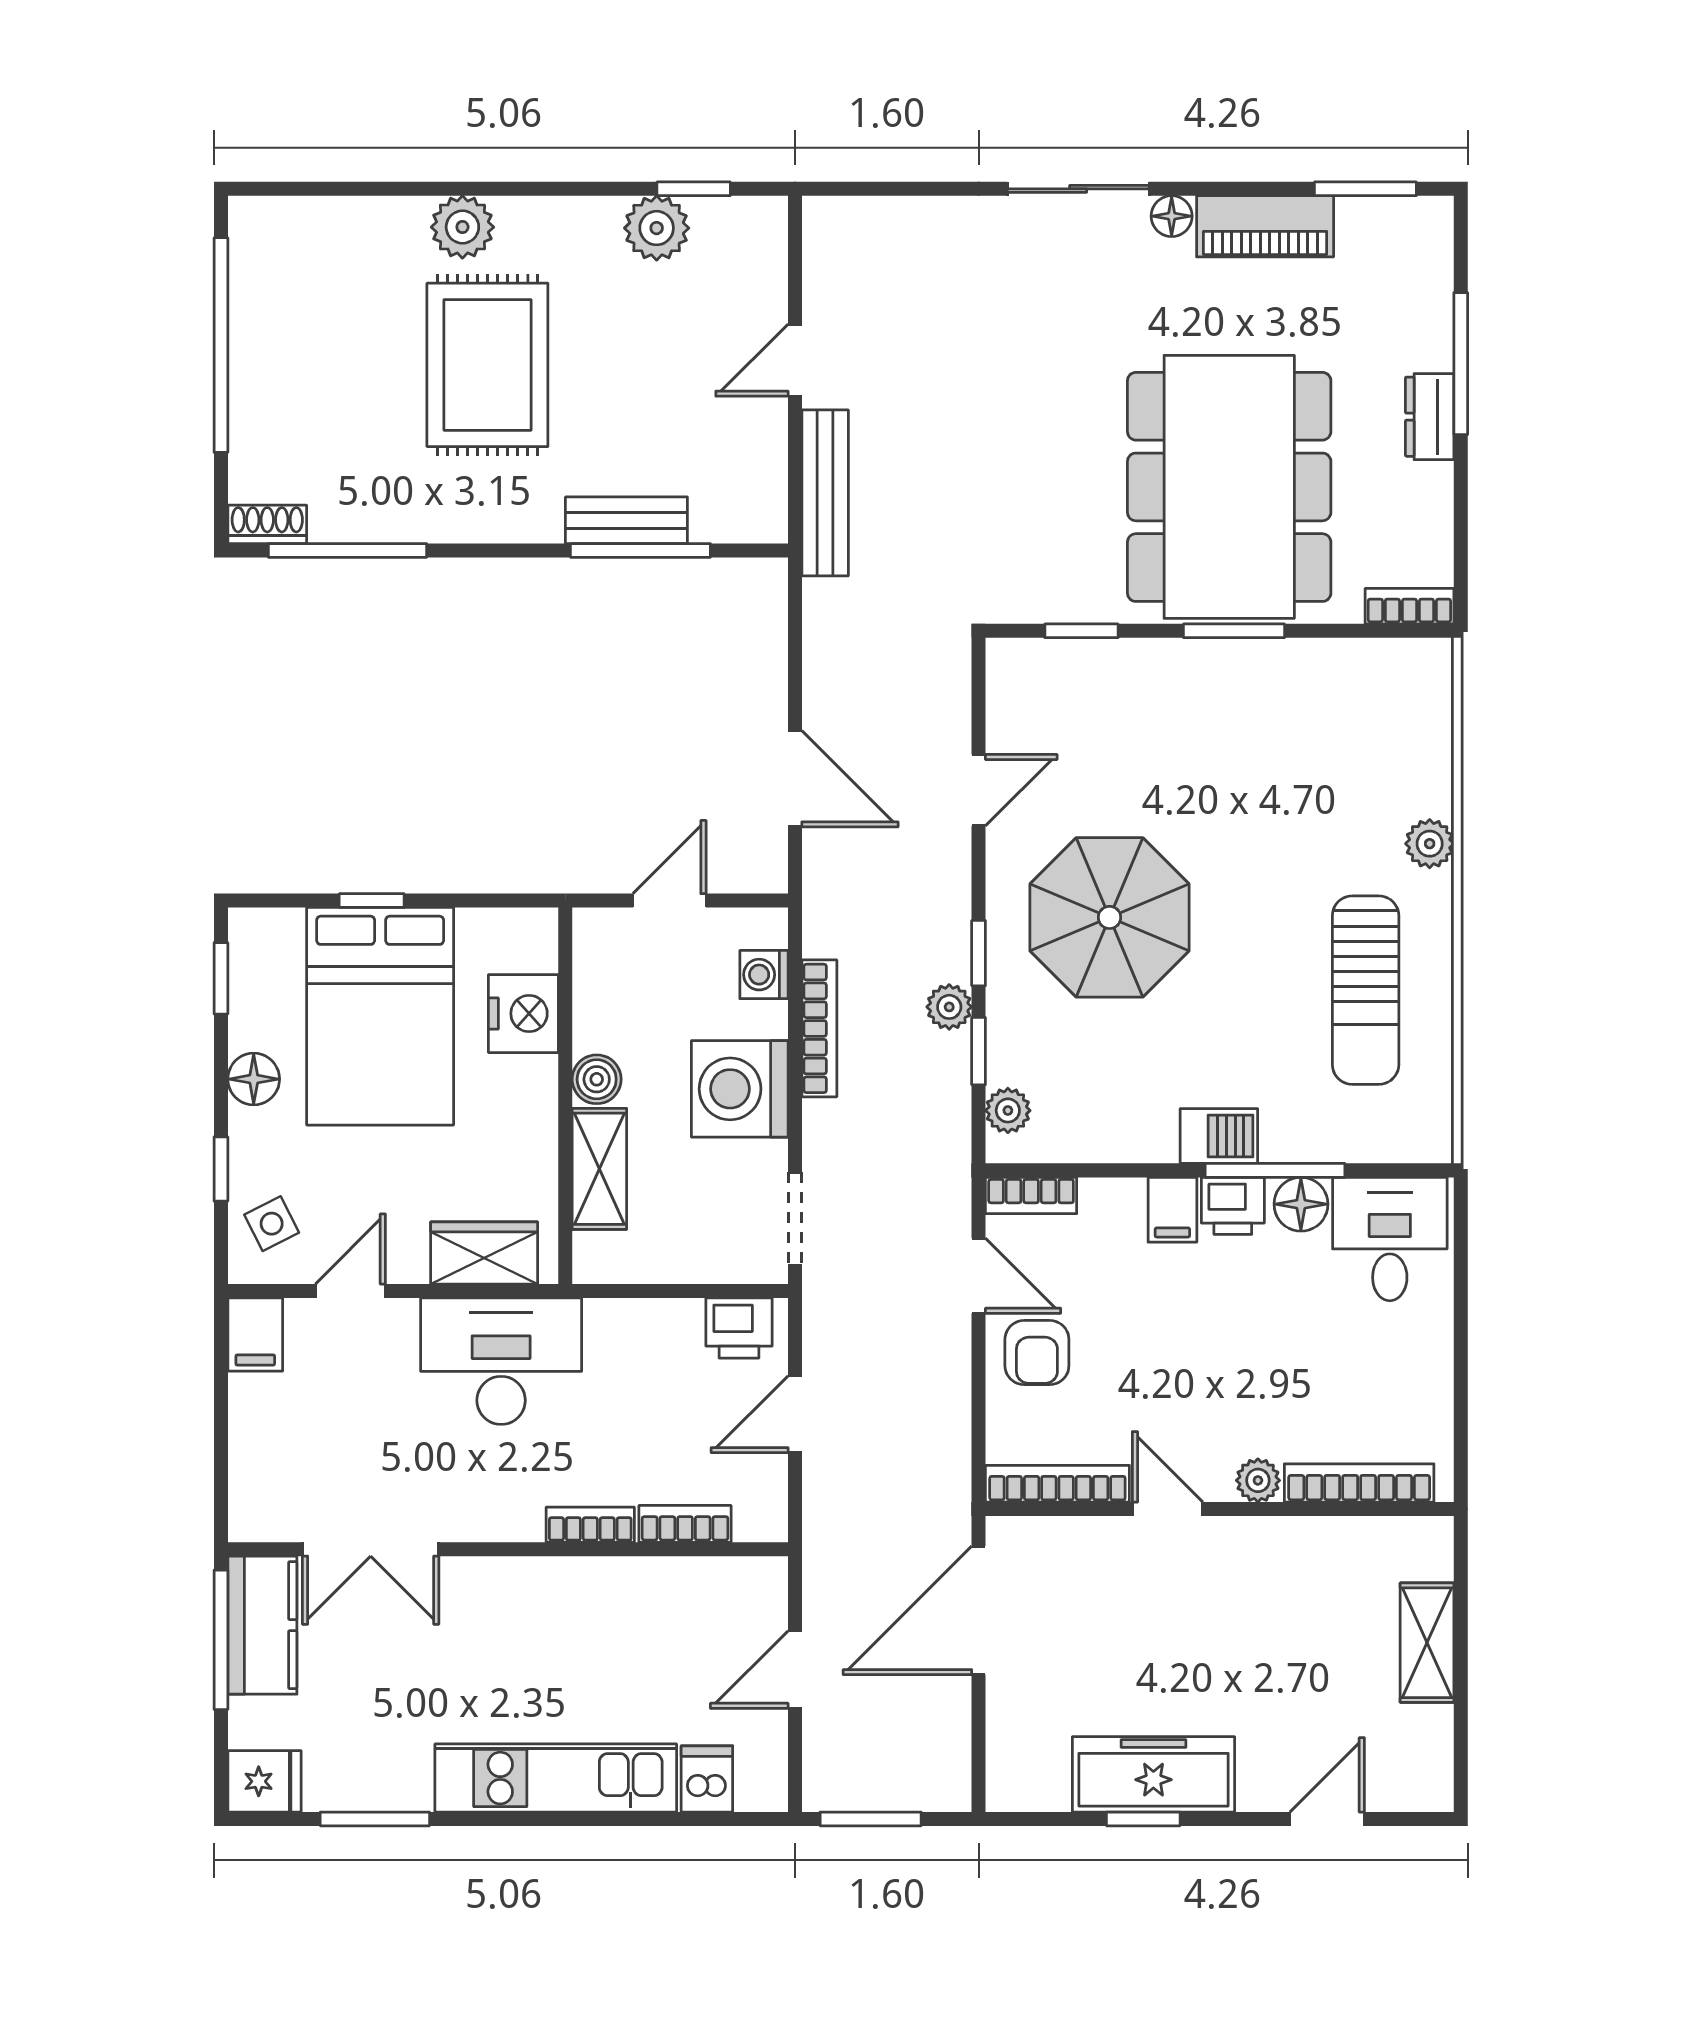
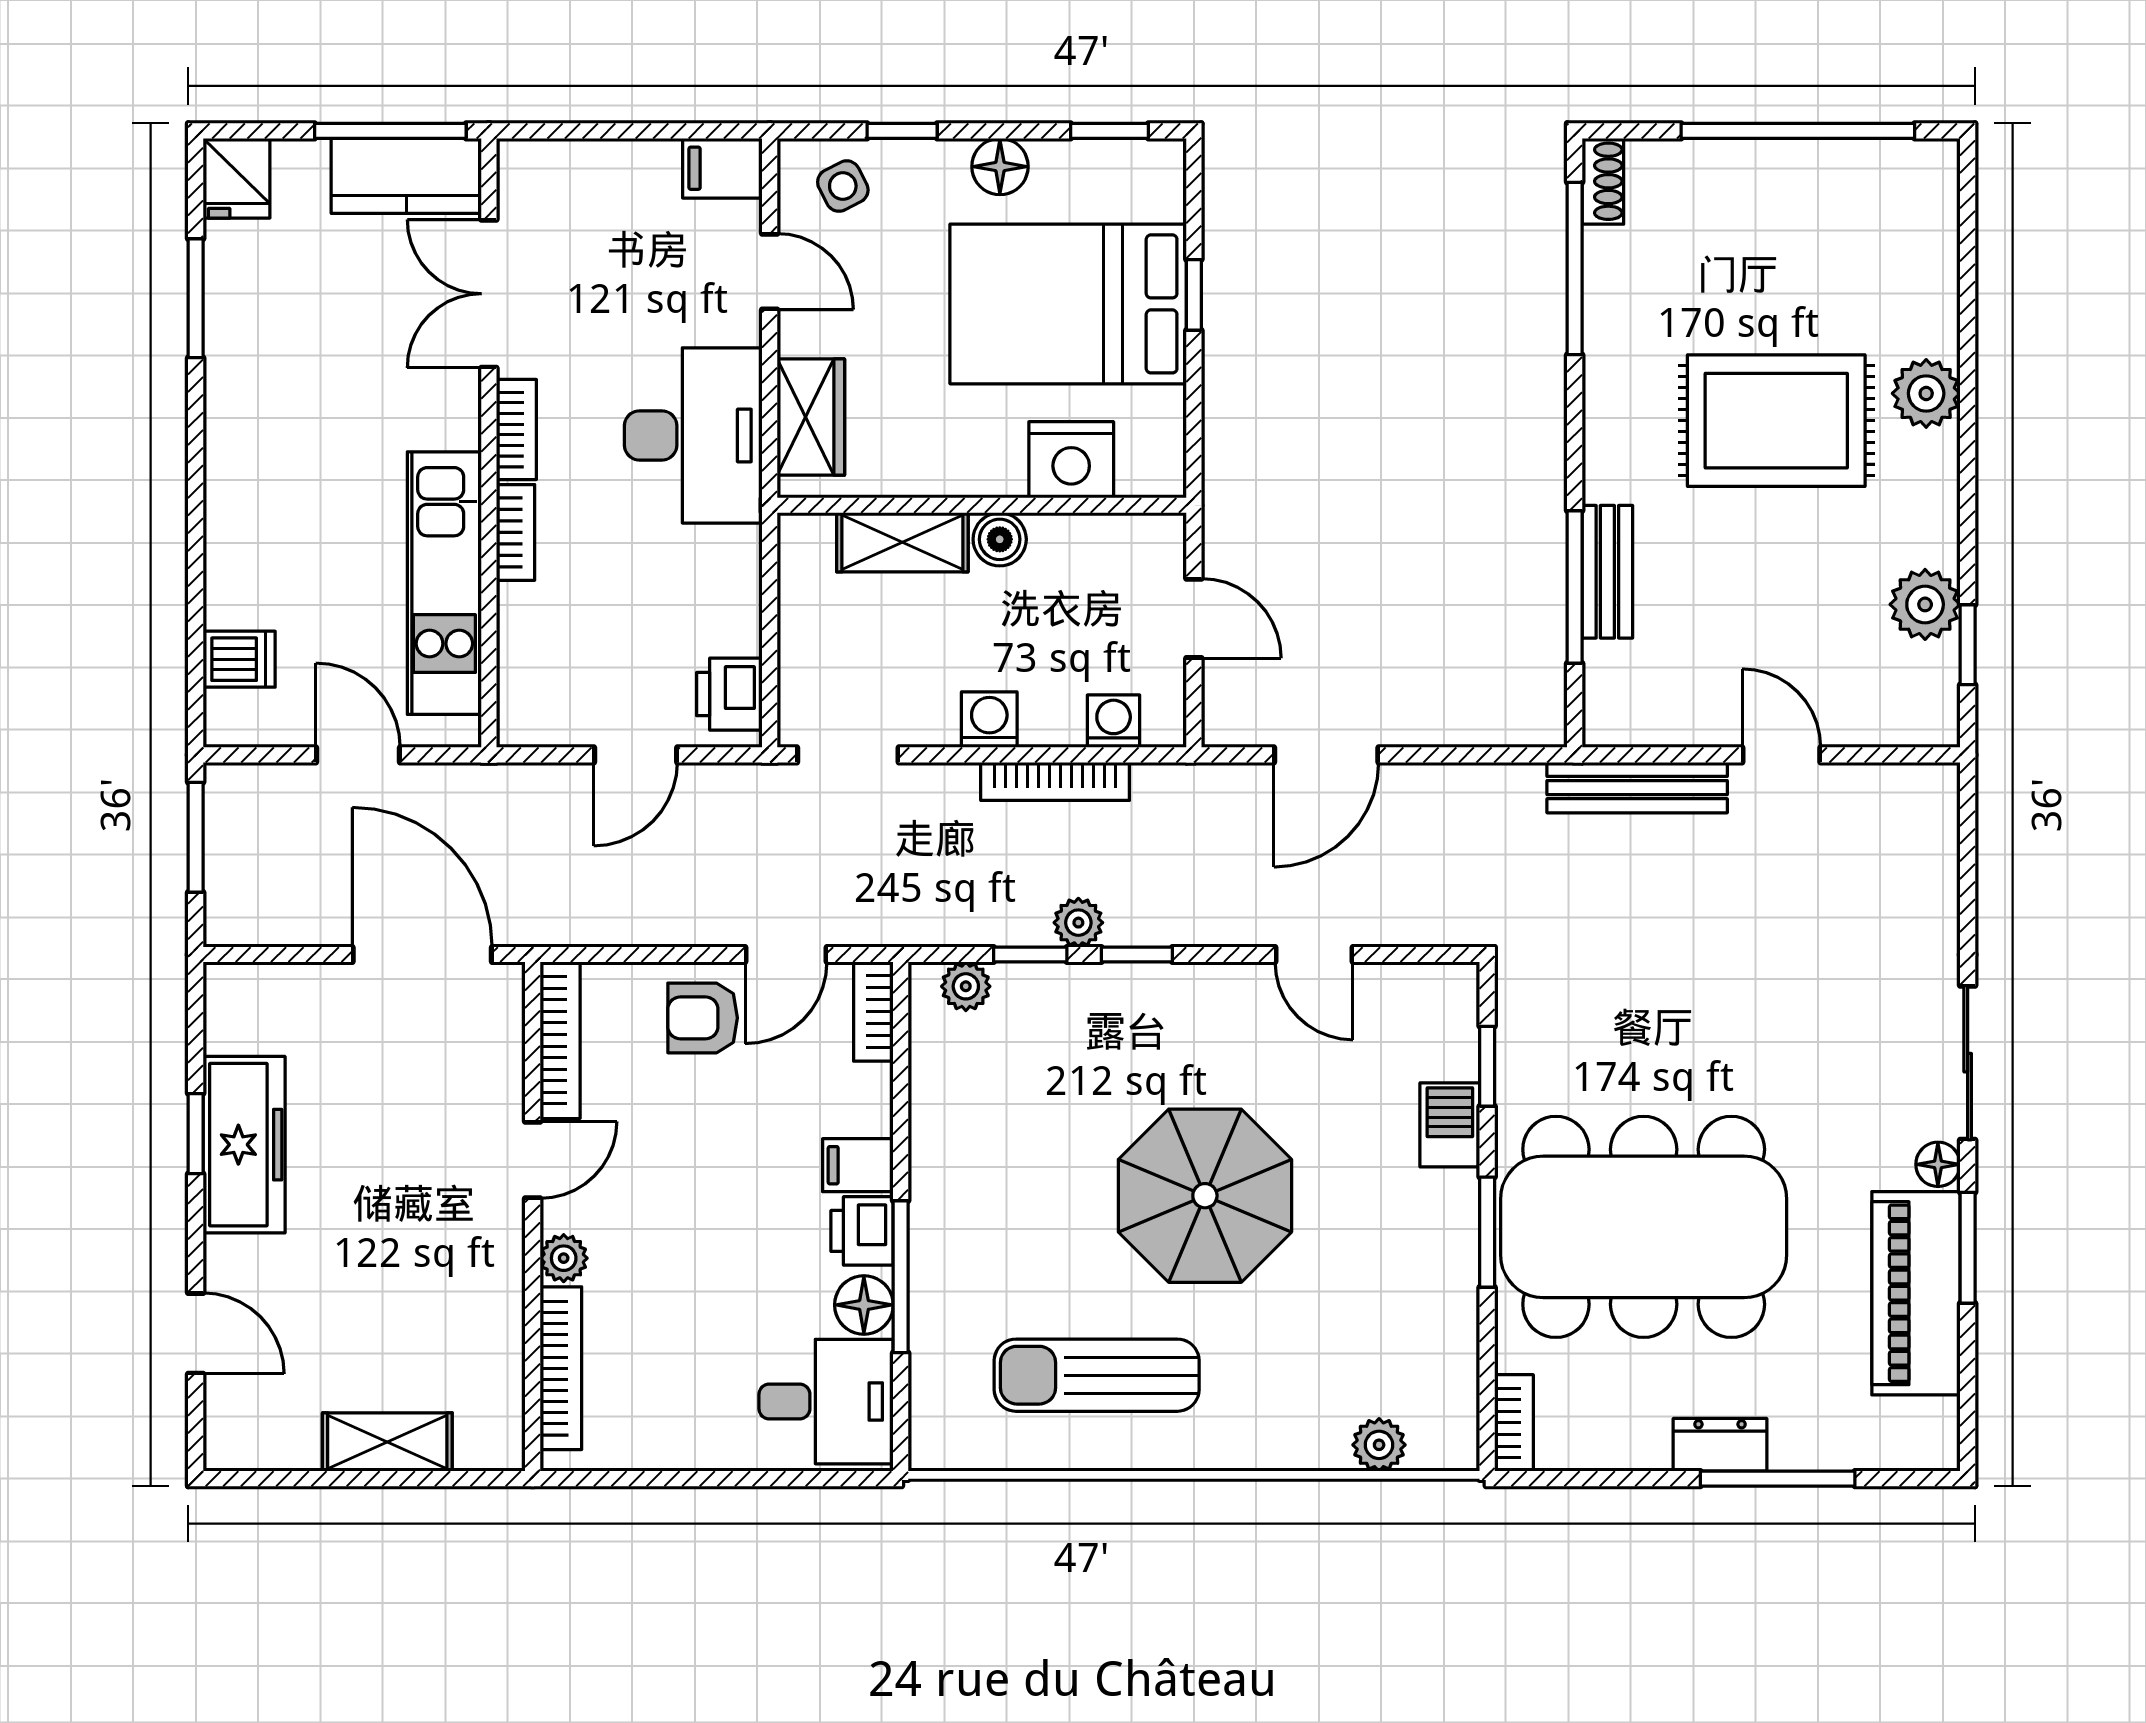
window: (1365, 189) -> (1968, 1248), moved
piano: (1265, 226) -> (1916, 1293), width x1.37, depth x1.33
plant: (1430, 844) -> (1379, 1445), moved
parasol: (1110, 917) -> (1205, 1196), moved
washing machine: (740, 1089) -> (989, 720), width x0.53, depth x0.53
barbecue: (1219, 1136) -> (1450, 1125), moved, turned 180
door: (795, 1414) -> (636, 755), swing flipped
bookcase: (685, 1524) -> (516, 429), moved
kitchen unit: (556, 1778) -> (444, 583), moved, turned 180

